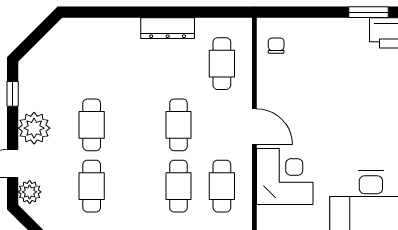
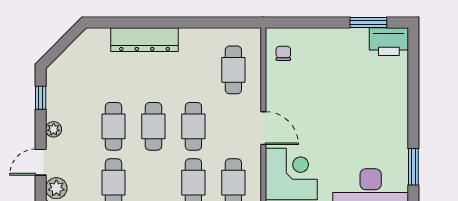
dresser: (168, 28) -> (145, 40), moved, width x1.37, depth x1.24
cafe table: (135, 125) -> (153, 126), added
plant: (34, 128) -> (54, 129), width x0.53, depth x0.53

